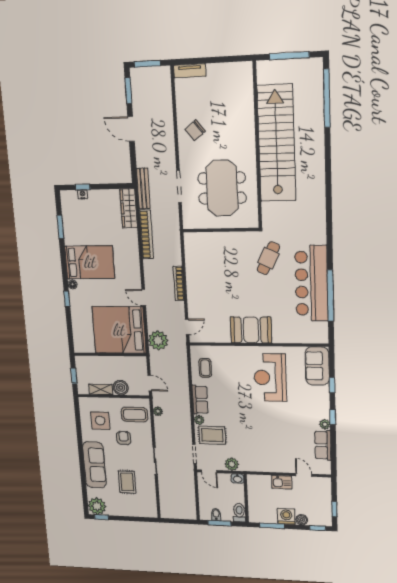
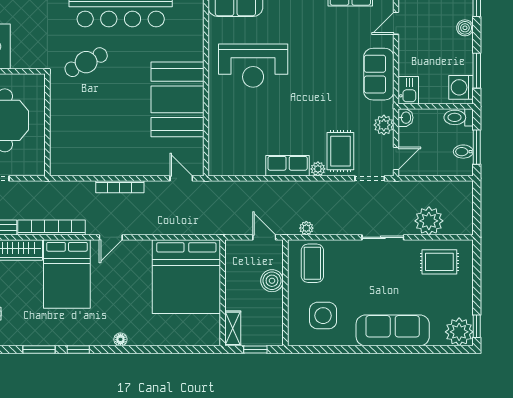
cafe table: (268, 258) -> (86, 62), turned -53
bed: (90, 262) -> (67, 274), moved, turned 180
door: (144, 297) -> (111, 237), moved
window: (67, 299) -> (78, 350), moved
booth: (251, 330) -> (177, 99), width x1.36, depth x1.42
plant: (158, 340) -> (429, 221), moved
coffee table: (205, 368) -> (240, 156), removed
door: (150, 383) -> (264, 237), hinge flipped
shelving: (101, 389) -> (233, 328), moved
armchair: (124, 438) -> (349, 282), removed
sofa: (267, 462) -> (379, 74), added
rug: (127, 482) -> (439, 262), moved
kitchen sink: (282, 482) -> (408, 90), moved
washing machine: (286, 516) -> (461, 87), moved

